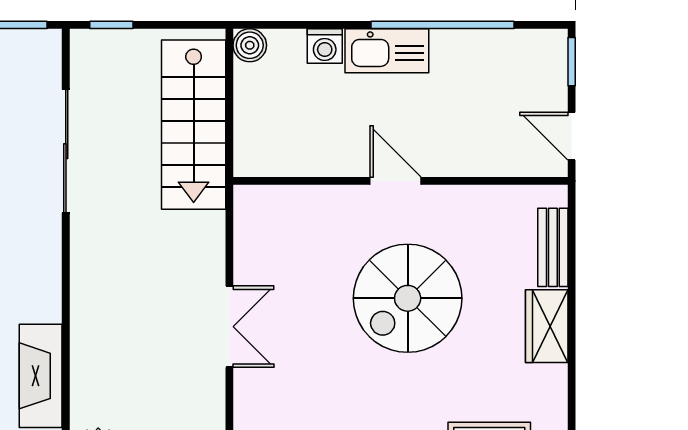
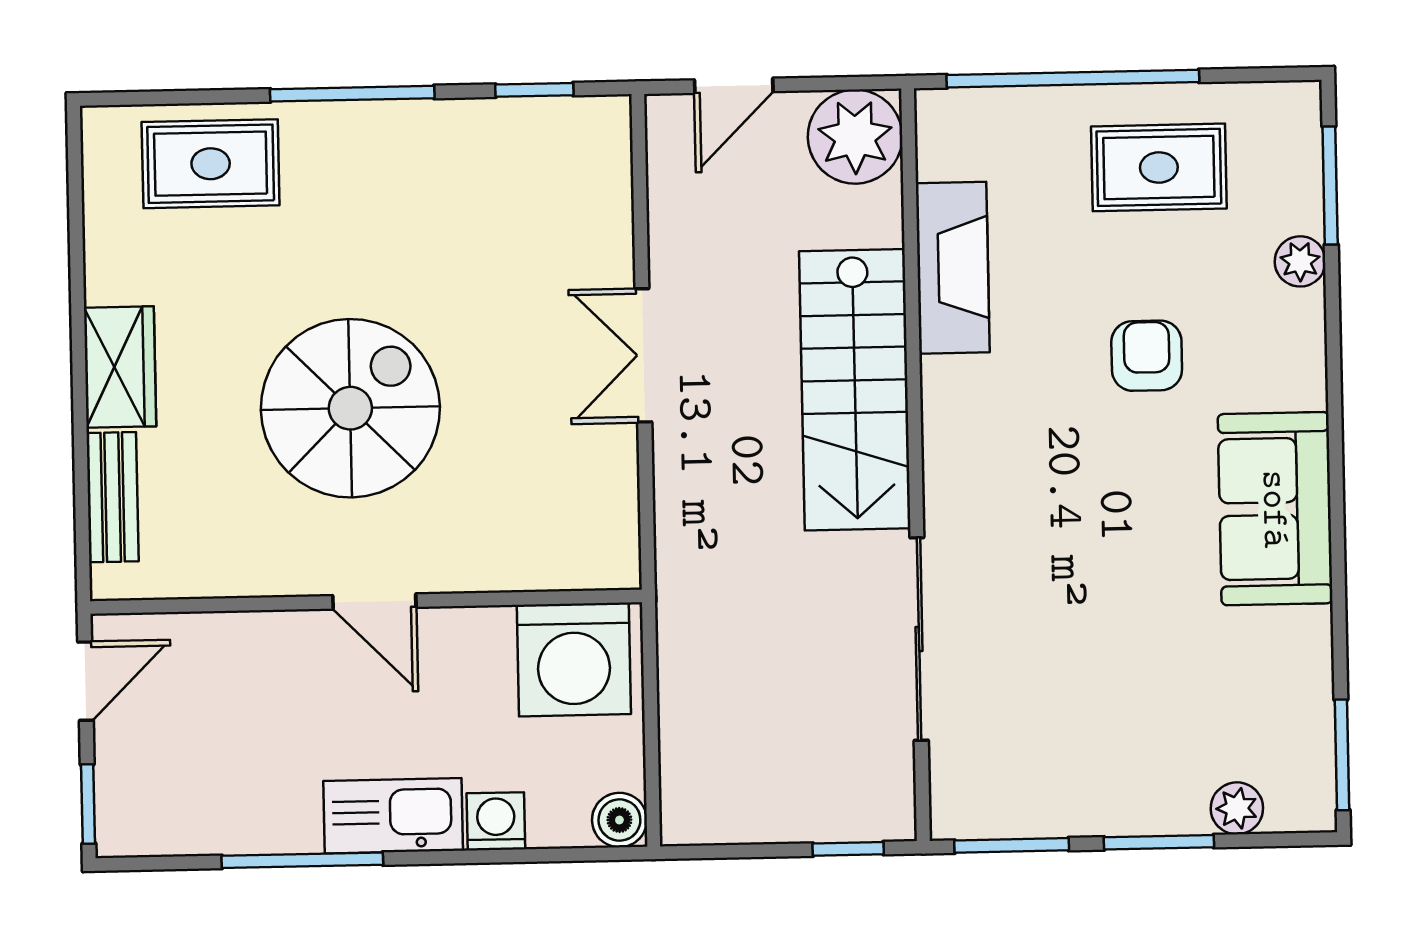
window: (443, 25) -> (302, 860), width x0.68
stairs: (194, 125) -> (855, 390), moved, turned 180
door: (572, 136) -> (85, 681), hinge flipped
washing machine: (275, 143) -> (574, 659), added

